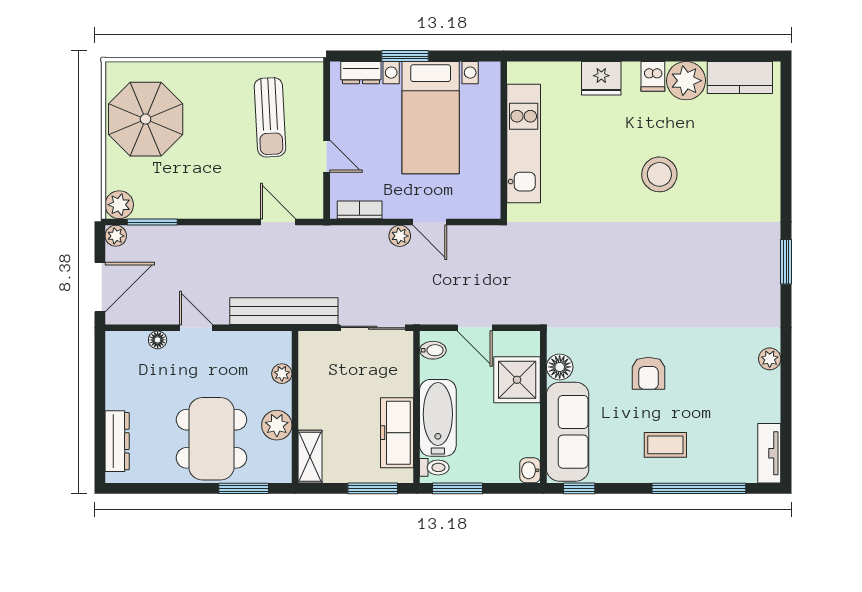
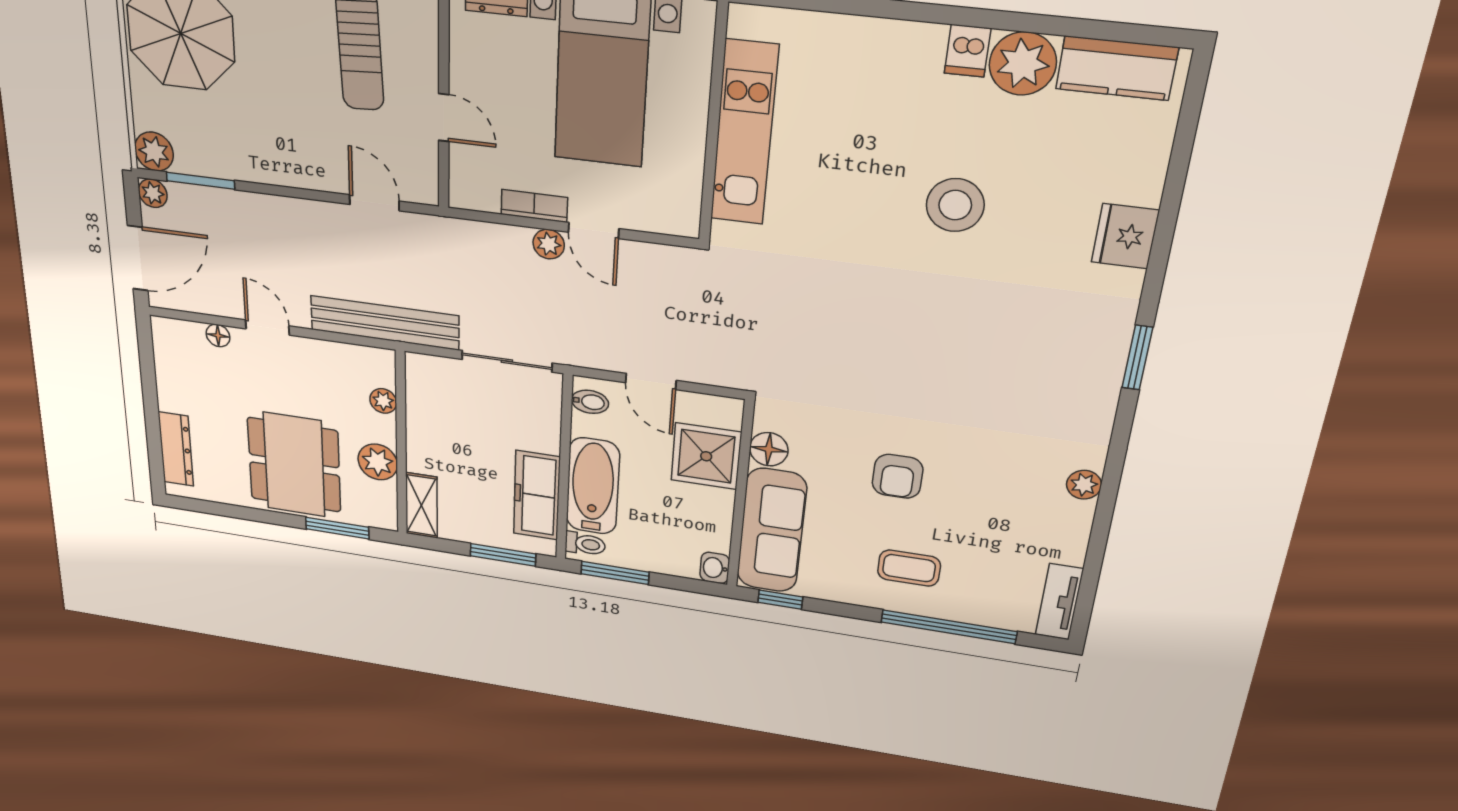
fridge: (601, 78) -> (1125, 236), moved, turned 90
bookcase: (360, 210) -> (534, 206), moved

